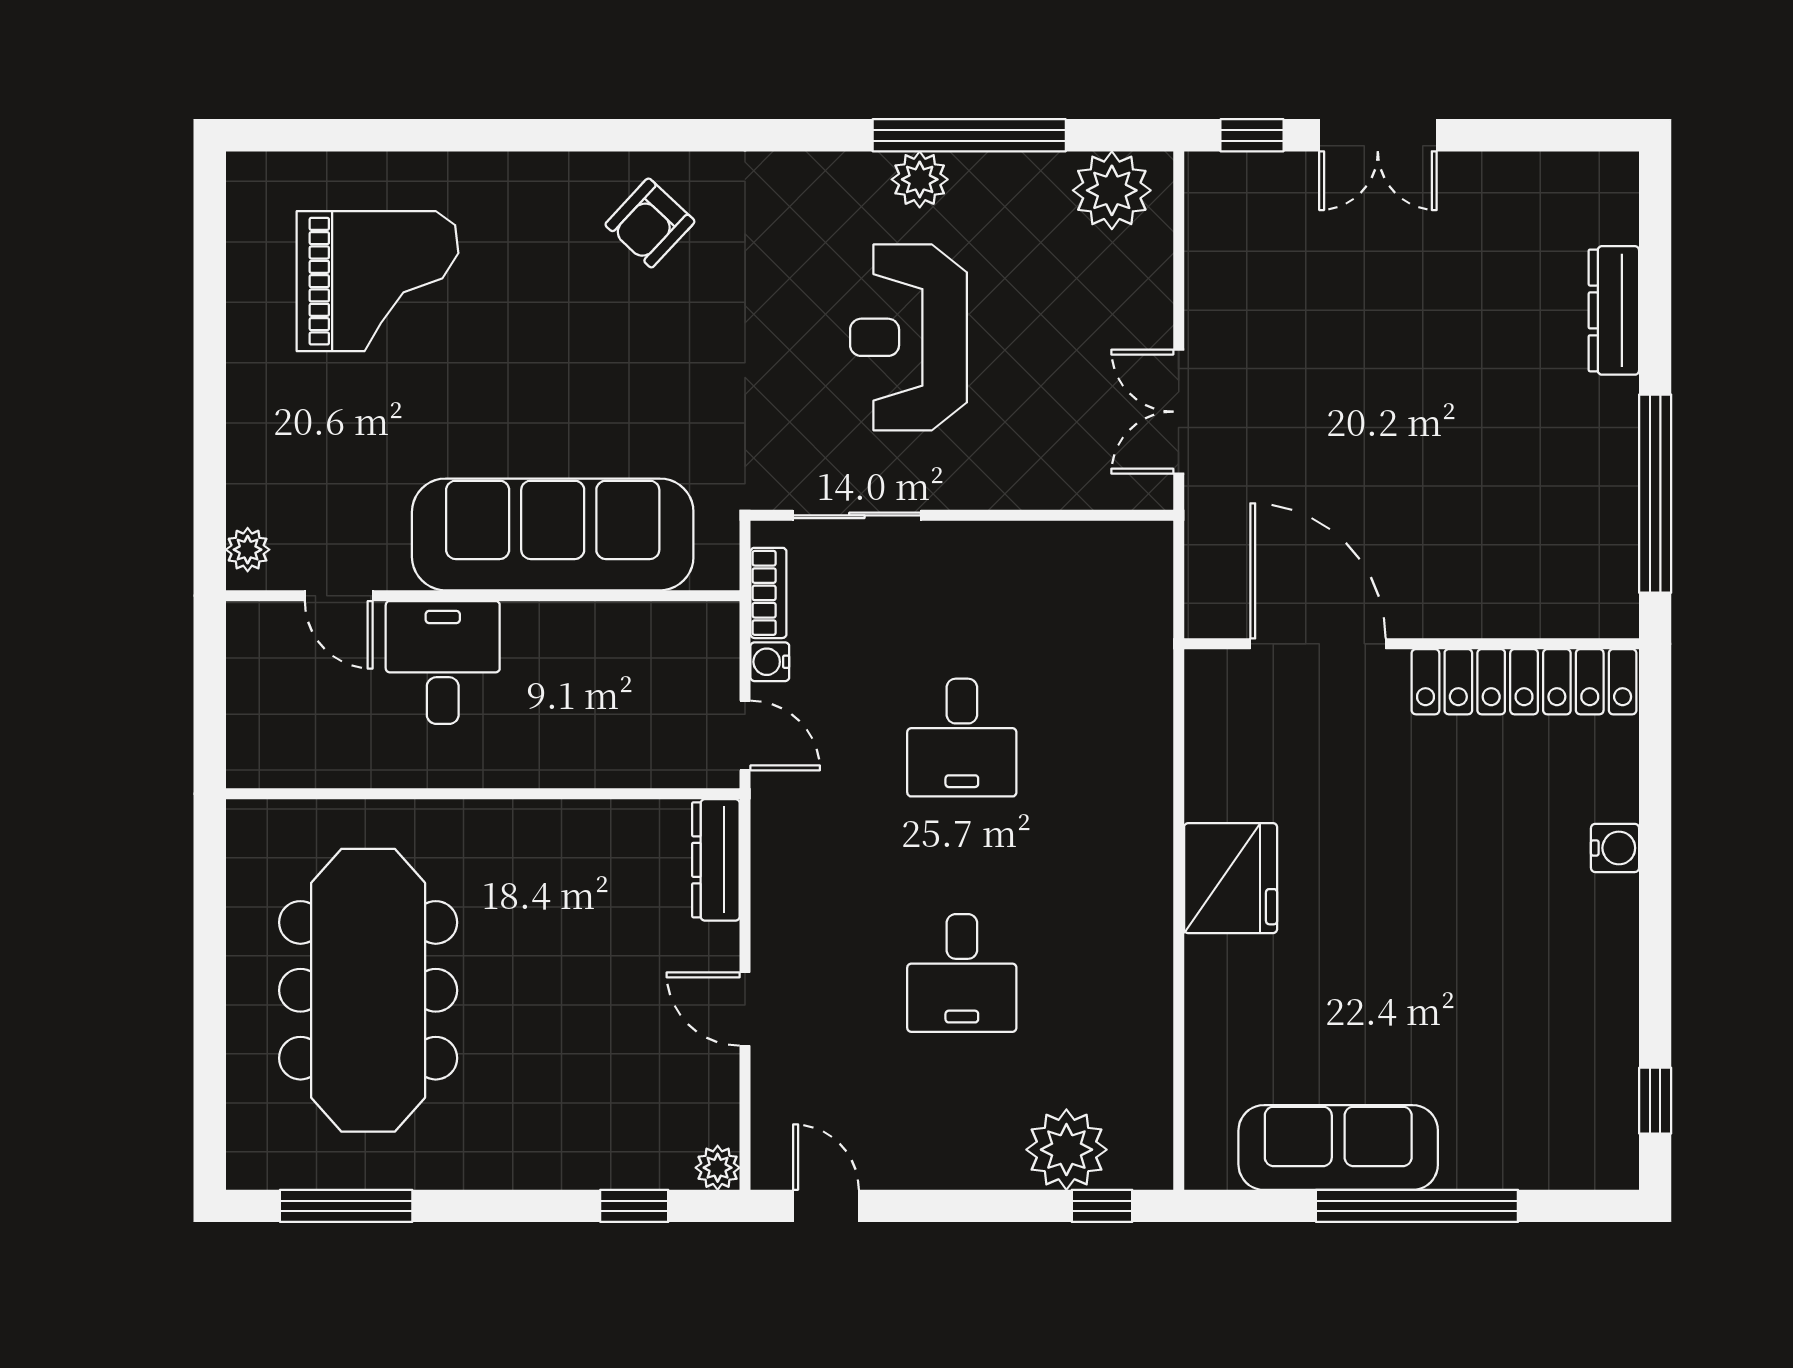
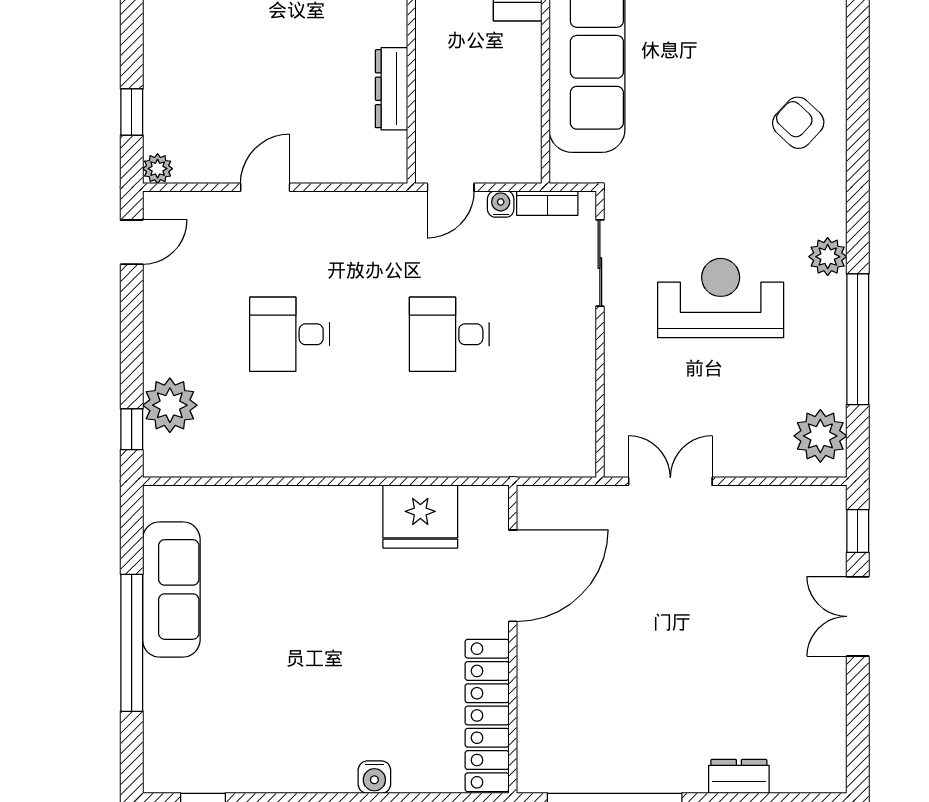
plant: (920, 179) -> (828, 257), moved
dresser: (1614, 310) -> (739, 776), width x0.70
dresser: (716, 860) -> (391, 89), moved, turned -90
fridge: (1231, 878) -> (420, 516), moved

